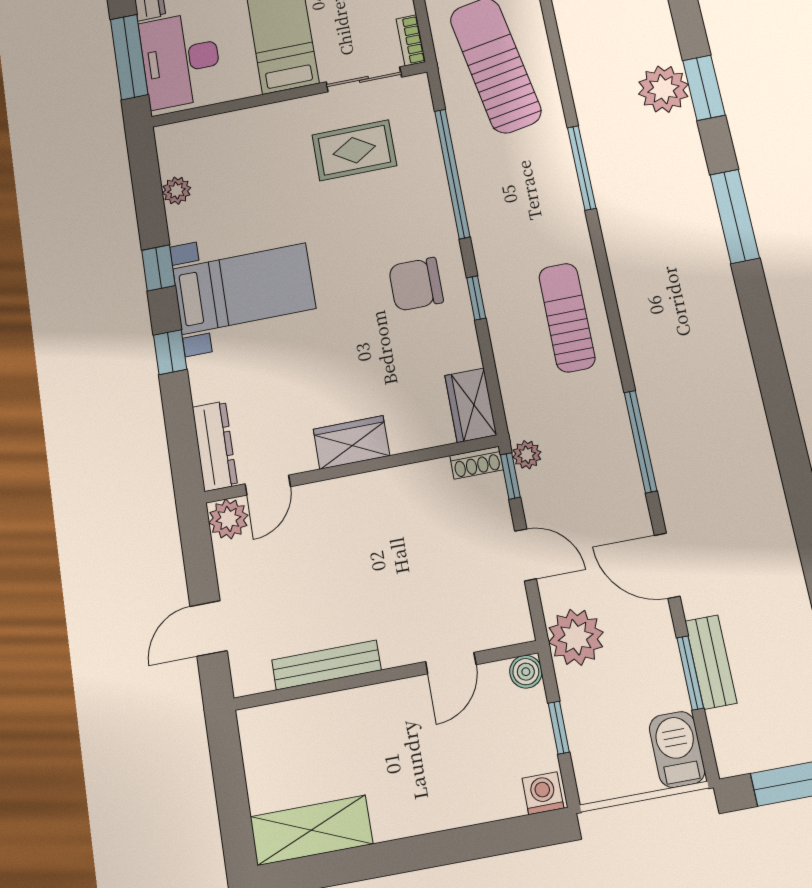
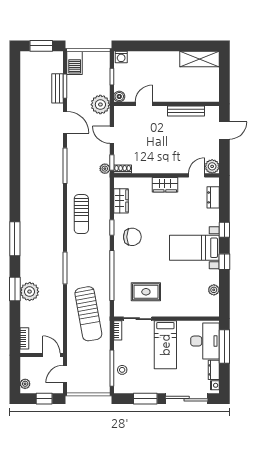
wardrobe: (471, 405) -> (121, 201), moved
dresser: (215, 446) -> (213, 197), width x0.70

